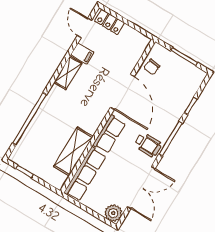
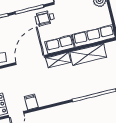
shelving: (68, 73) -> (58, 60), moved
wheelchair: (148, 145) -> (45, 18), turned -90

